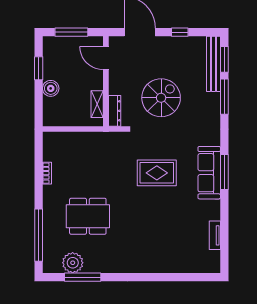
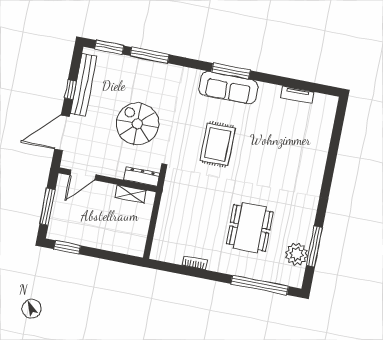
bench: (213, 64) -> (84, 85), moved, turned 90
window: (39, 68) -> (67, 247), moved
boiler: (51, 88) -> (104, 241), removed

